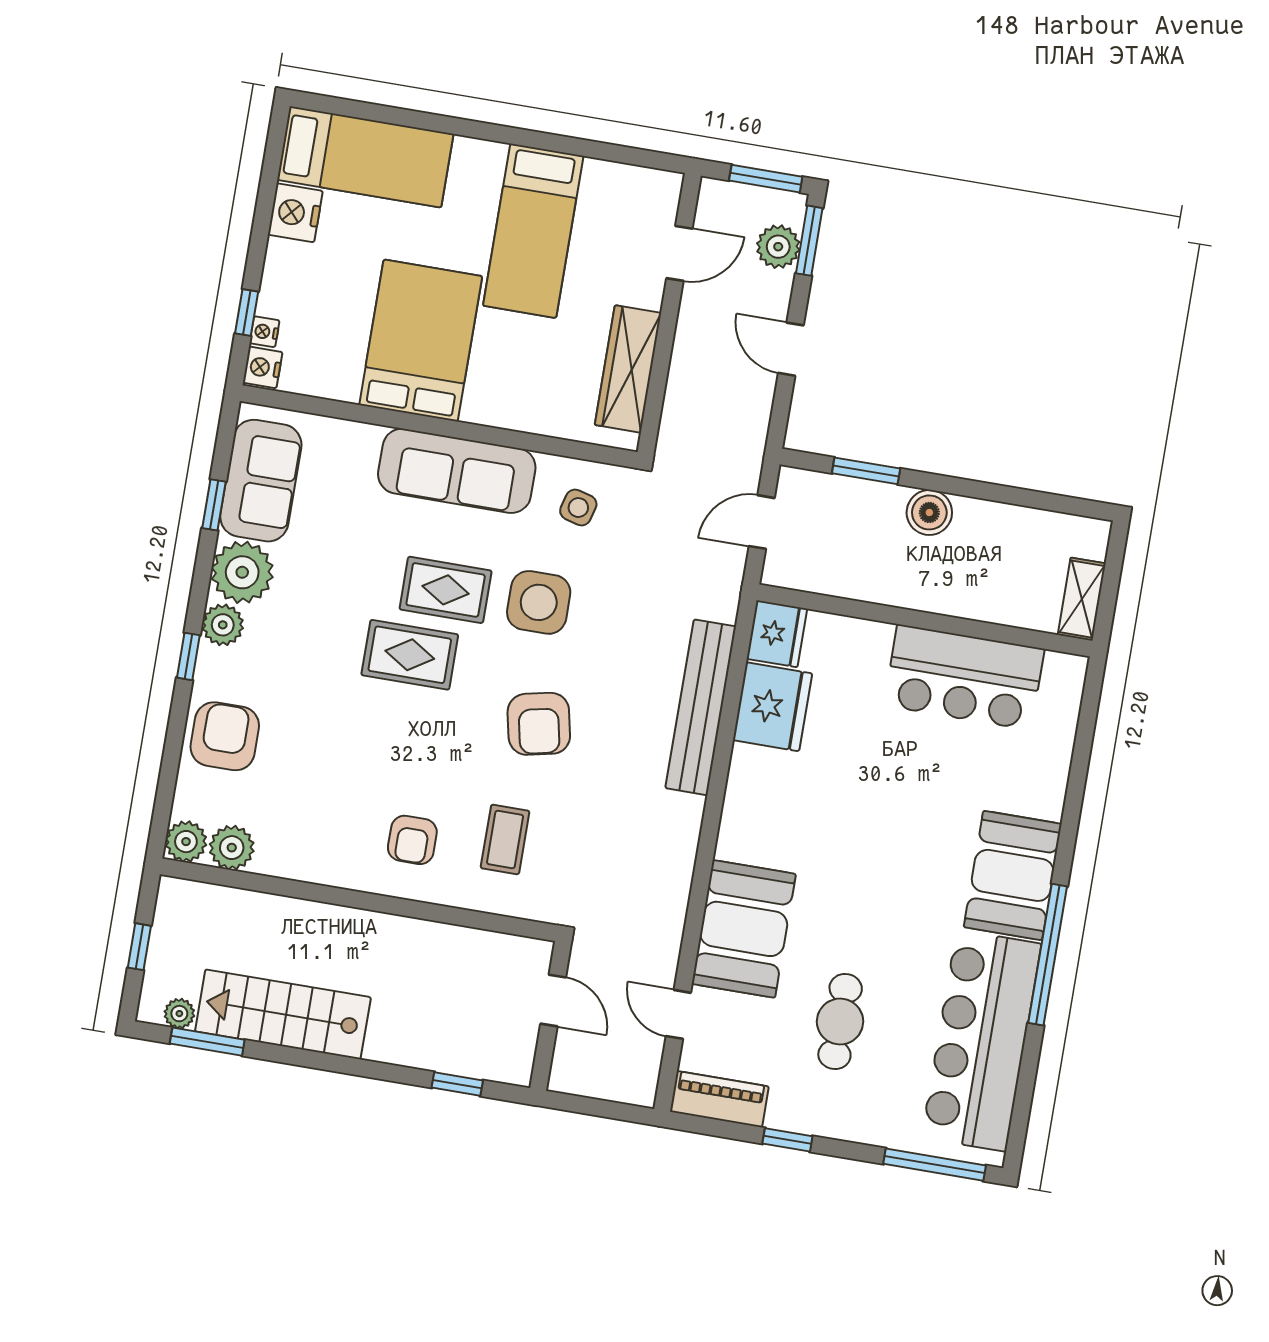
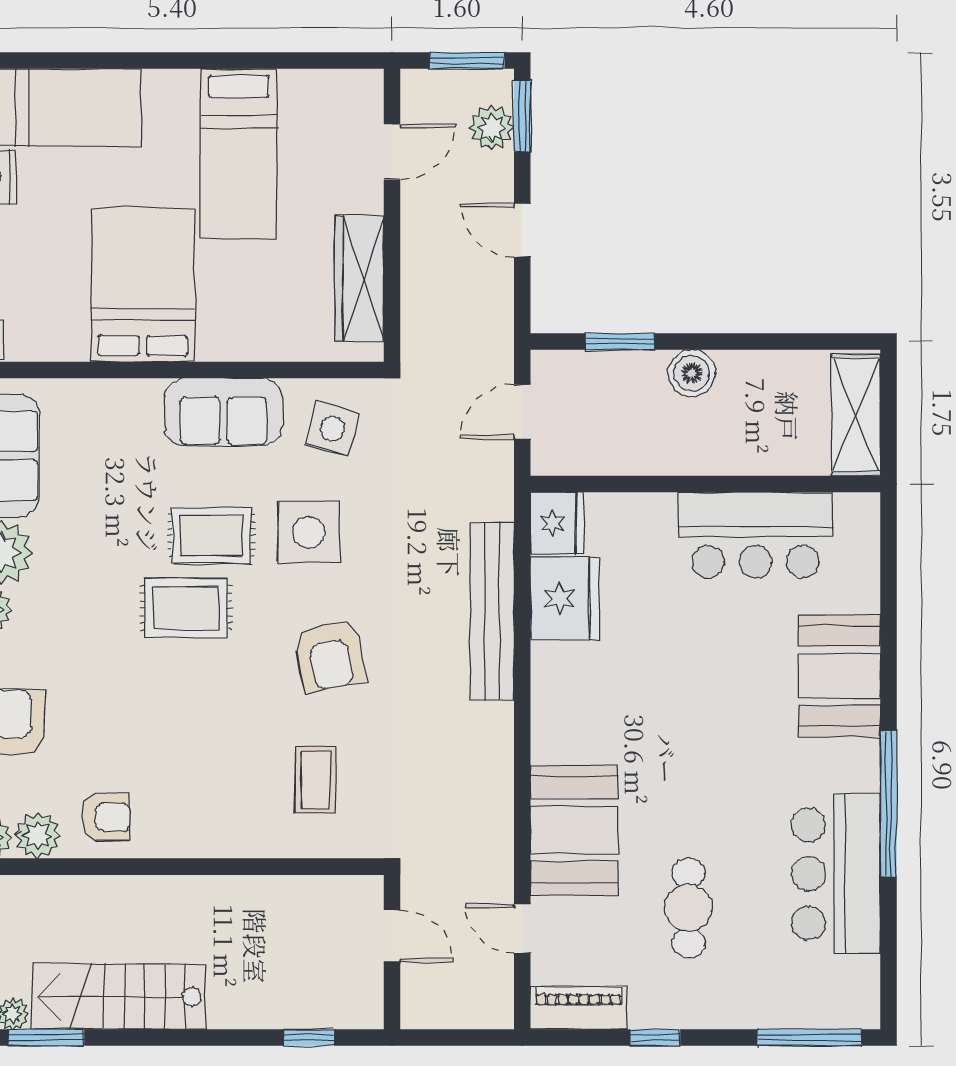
sofa: (457, 471) -> (223, 412), width x0.73
side table: (578, 508) -> (333, 429), width x1.37, depth x1.37
shelving: (1082, 599) -> (856, 415), width x1.50, depth x1.33
armchair: (412, 840) -> (106, 817), moved, turned -90
booth: (1013, 875) -> (839, 676), moved
bar counter: (981, 1041) -> (836, 874), width x0.73

